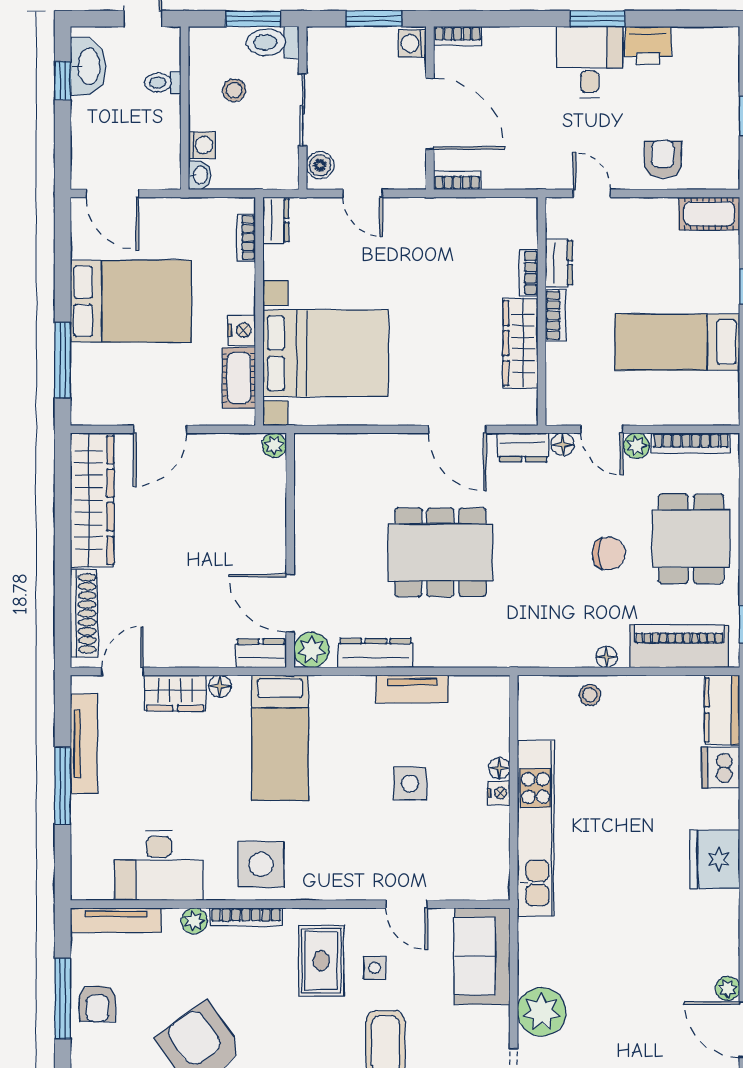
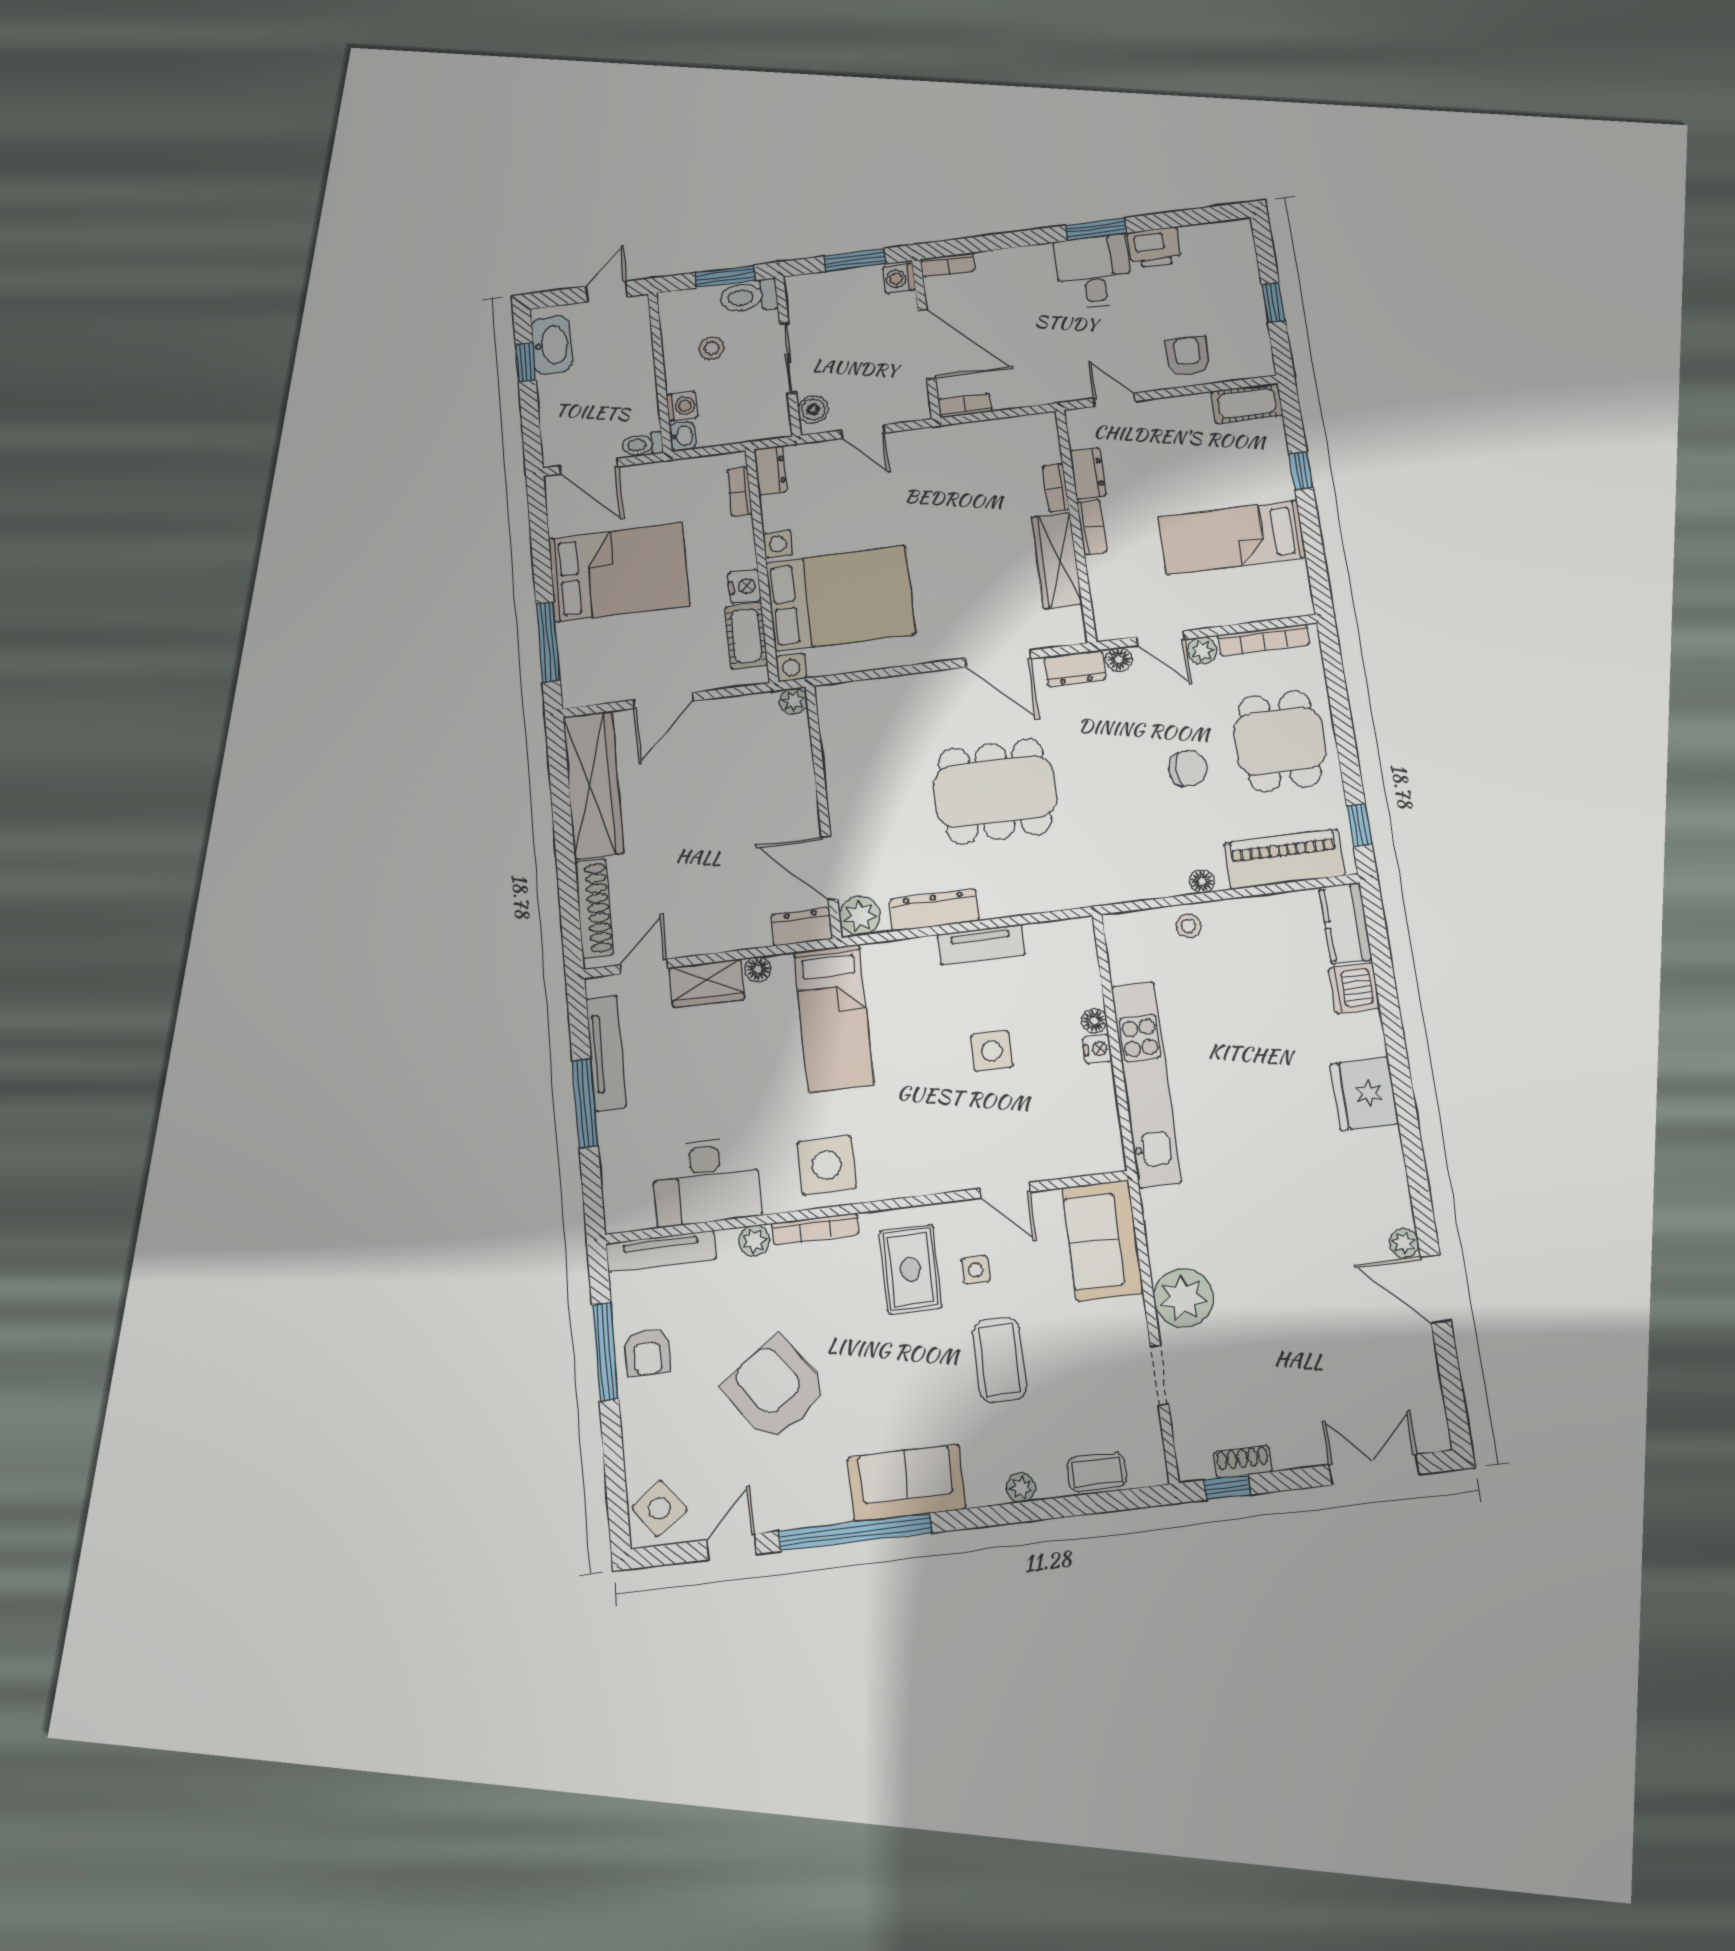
toilet: (163, 82) -> (643, 444), moved

